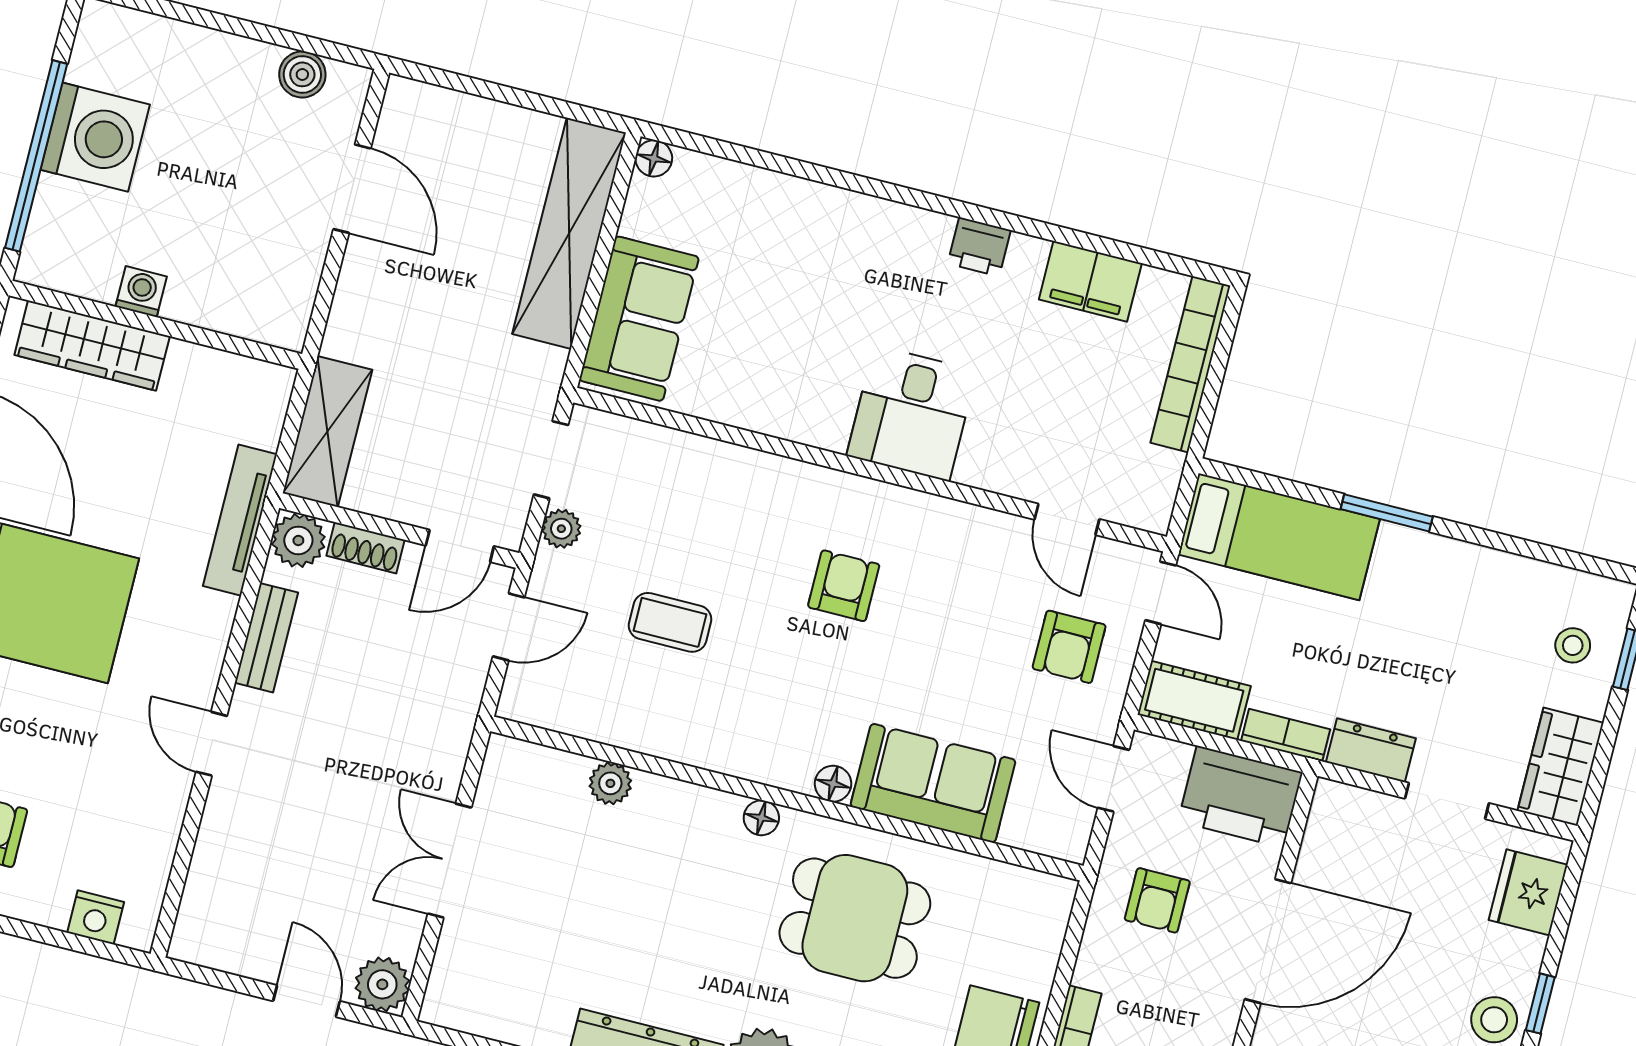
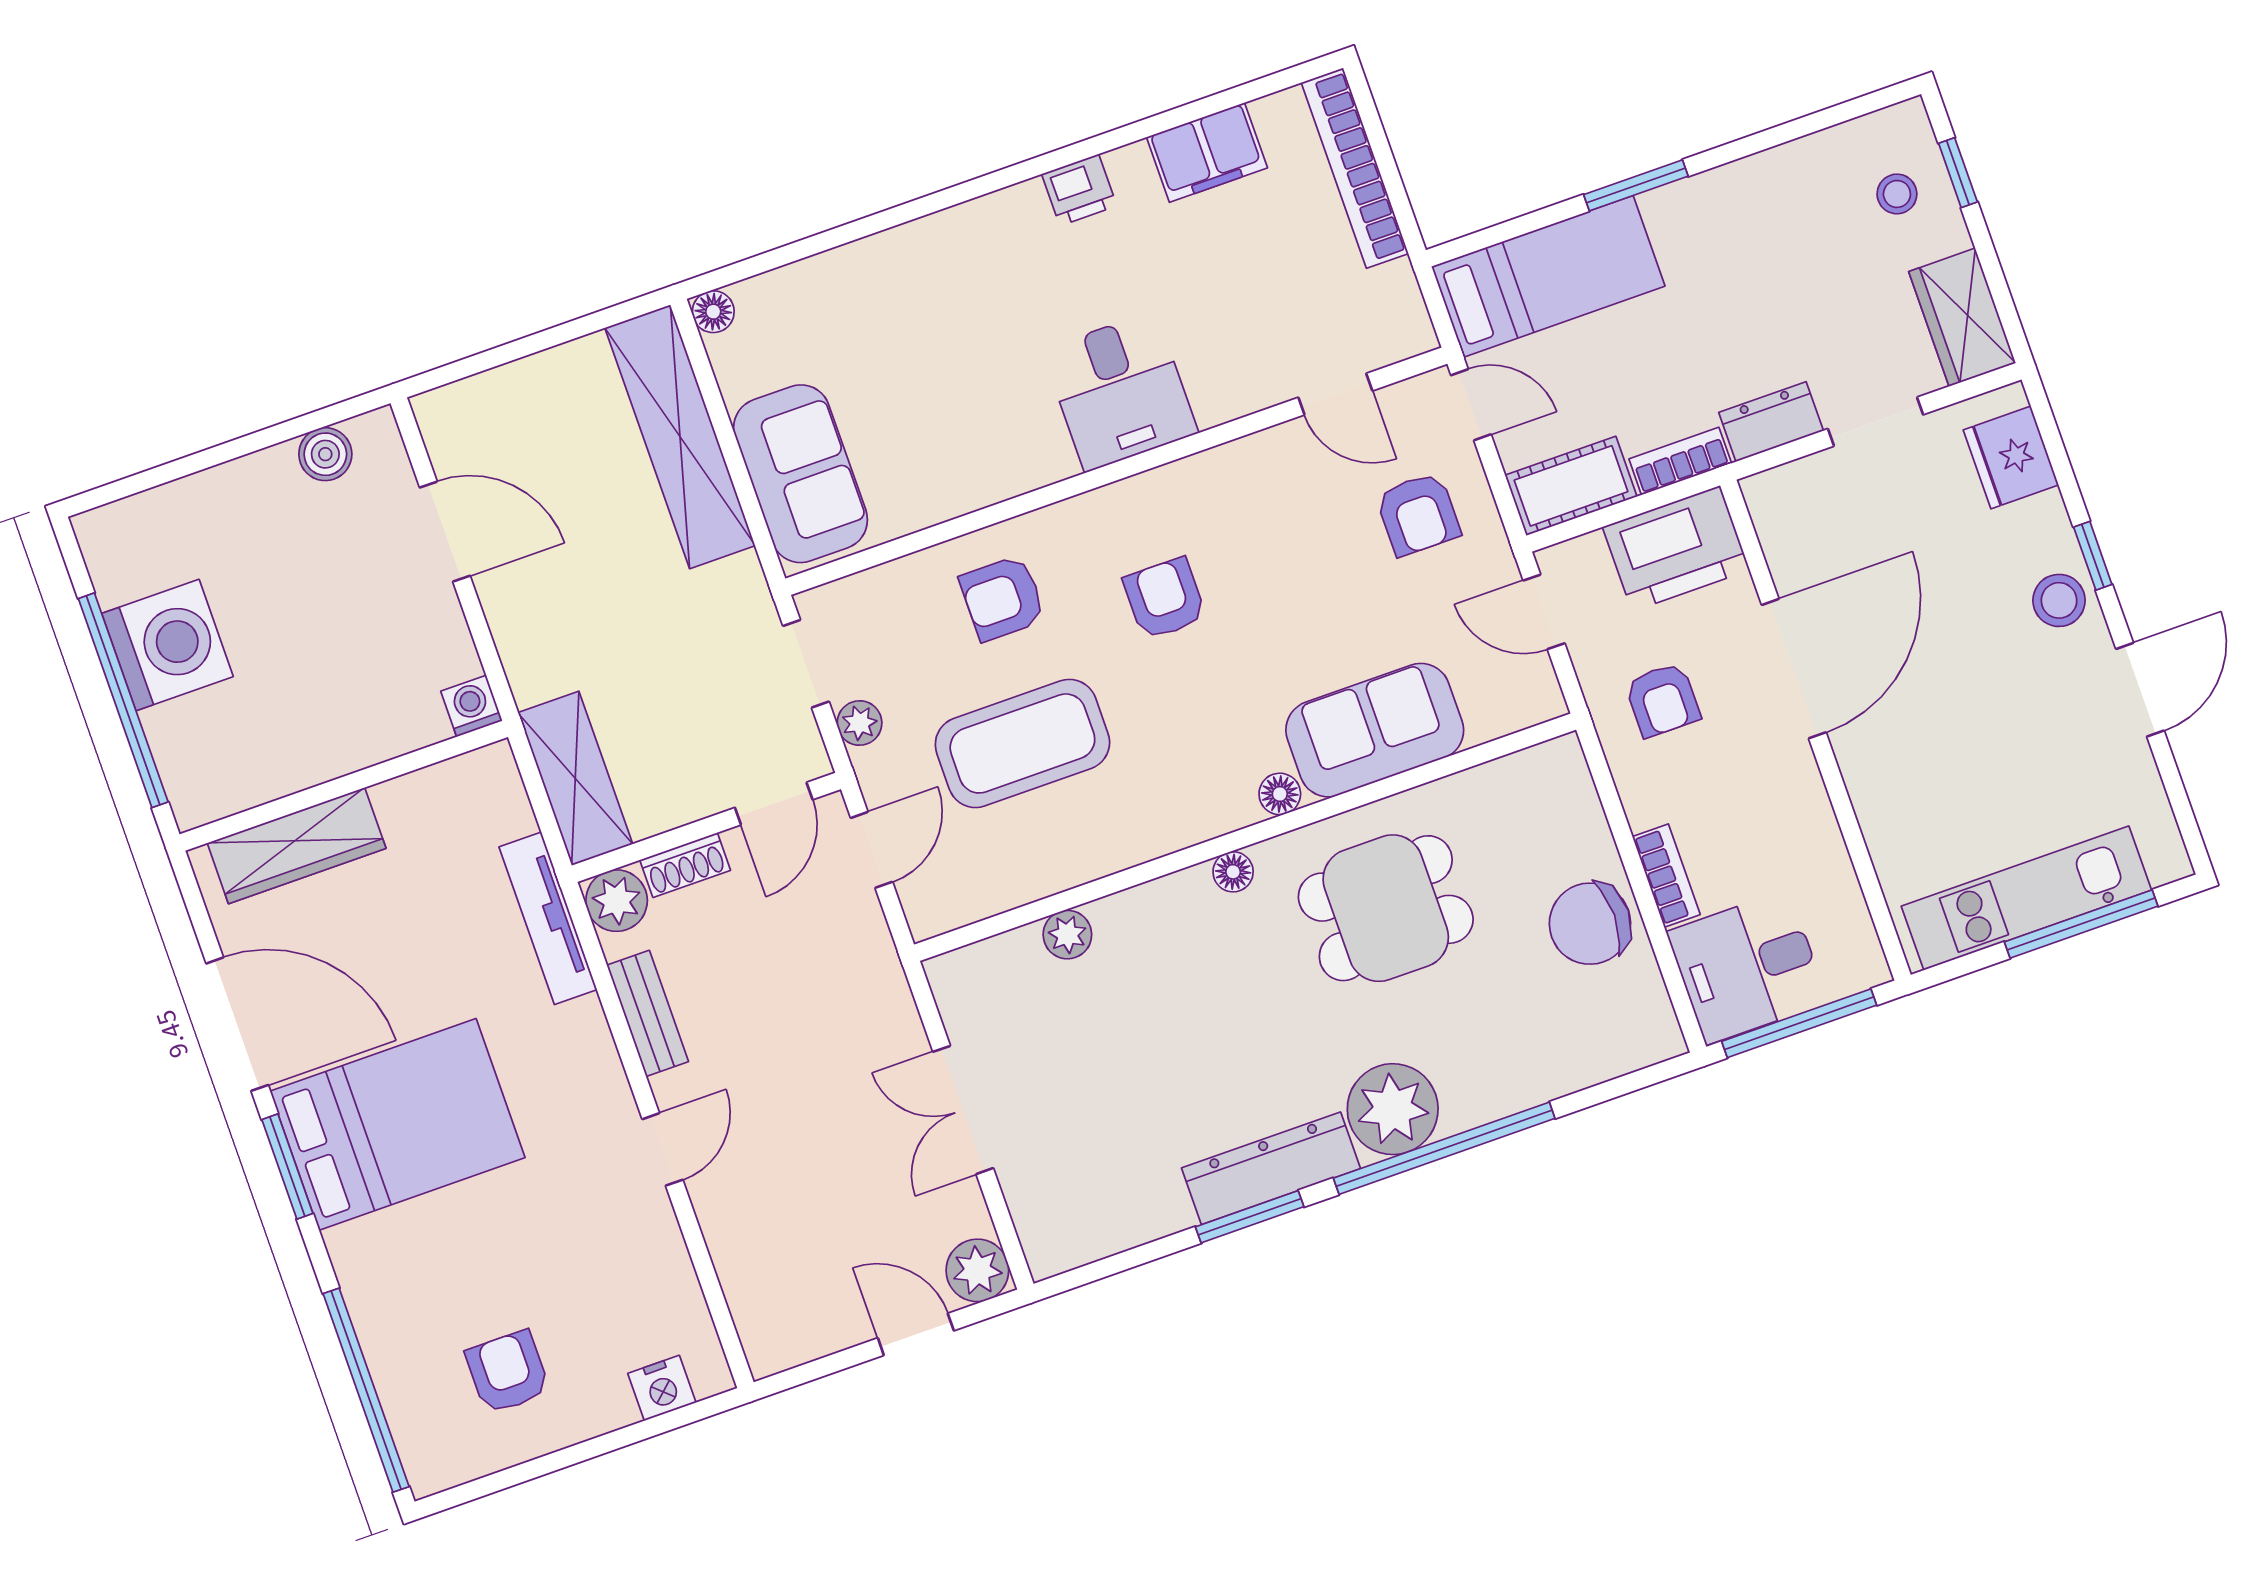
washing machine: (141, 292) -> (472, 706), moved
armchair: (726, 507) -> (1003, 598), added
coffee table: (670, 622) -> (1022, 743), width x1.86, depth x1.72
door: (211, 744) -> (662, 1149), swing flipped

